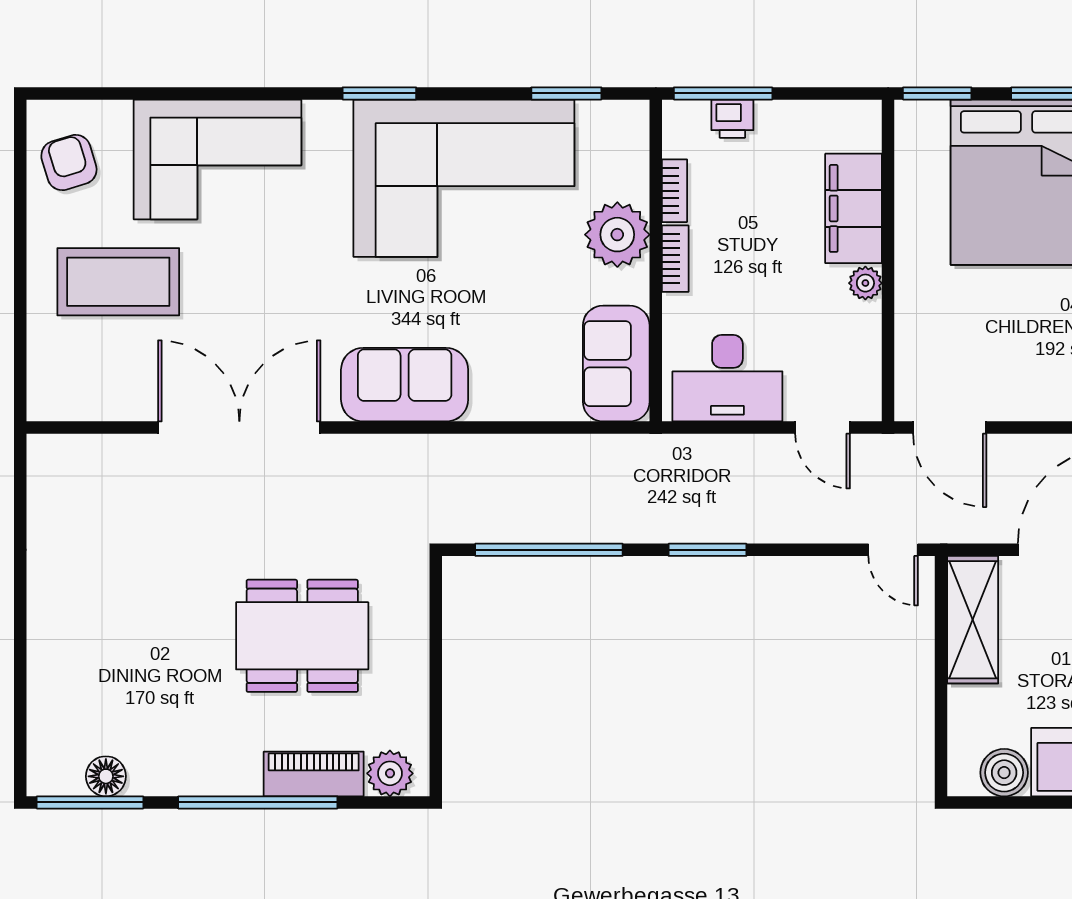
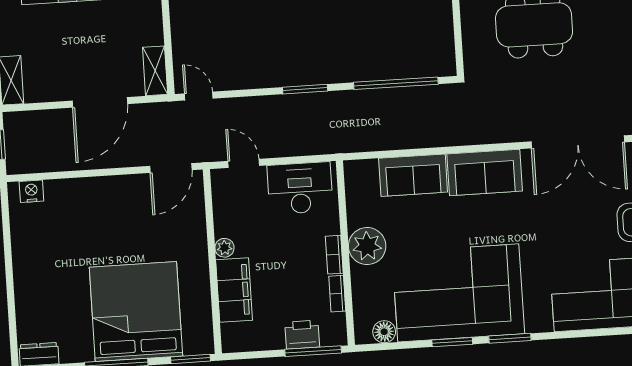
window: (566, 93) -> (452, 342), moved
floor lamp: (597, 119) -> (384, 332), added
printer: (732, 119) -> (302, 335), width x1.36, depth x1.24
plant: (617, 235) -> (367, 246), moved
sofa: (616, 364) -> (413, 175), moved, turned 90
door: (950, 428) -> (171, 168), swing flipped
shelving: (973, 620) -> (155, 71), width x0.67, depth x0.75

